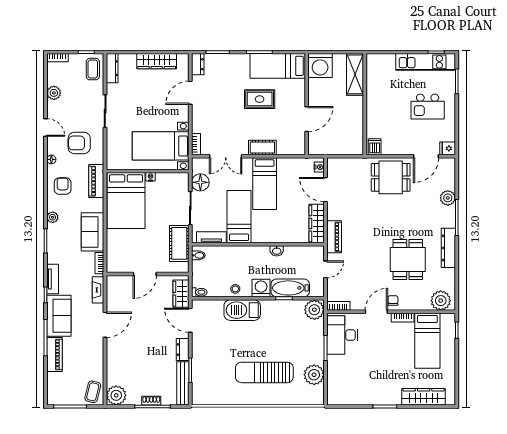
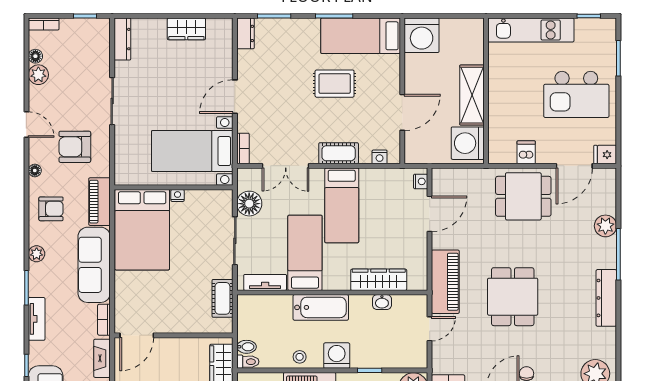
wardrobe: (157, 61) -> (186, 29), width x0.67
kitchen unit: (426, 62) -> (531, 30), moved
coffee table: (93, 69) -> (94, 40), removed
shelving: (355, 74) -> (472, 95), moved
floor lamp: (52, 80) -> (35, 56), added
door: (190, 93) -> (235, 97), moved
kitchen island: (428, 107) -> (576, 94), width x1.37, depth x1.28
washing machine: (352, 140) -> (468, 143), added
dishwasher: (375, 147) -> (526, 152), moved
nightstand: (291, 150) -> (380, 157), added
armchair: (63, 186) -> (51, 209), turned 90
door: (326, 190) -> (430, 214), swing flipped
wardrobe: (317, 223) -> (379, 280), moved, turned 90
sofa: (93, 232) -> (94, 265), width x1.36
piano: (334, 237) -> (445, 282), width x1.37, depth x1.33
cot: (179, 243) -> (222, 298), width x0.73, depth x0.75
washbasin: (277, 251) -> (382, 302), moved
bidet: (198, 255) -> (246, 347), moved
dining table: (408, 260) -> (513, 297), moved
door: (145, 274) -> (137, 335), moved
tv unit: (53, 279) -> (37, 319), moved
bathtub: (290, 288) -> (321, 307), moved, turned 180

